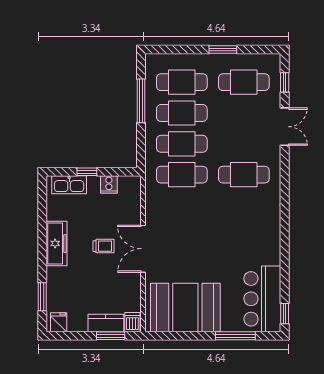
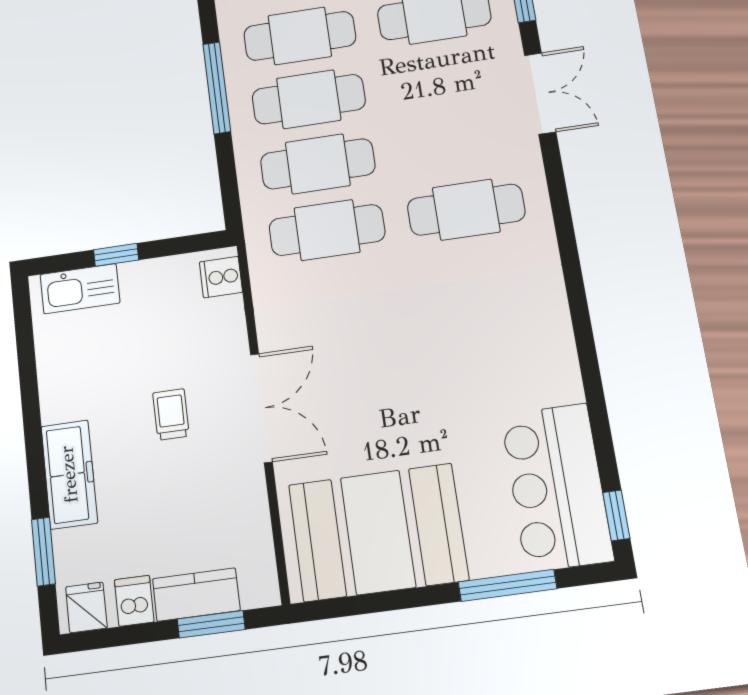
cooker: (109, 184) -> (221, 277), moved, turned 90
freezer: (57, 243) -> (69, 474), moved
trolley: (104, 246) -> (171, 414), turned -90
double door: (143, 249) -> (261, 408), swing flipped
dishwasher: (132, 322) -> (134, 601), moved

